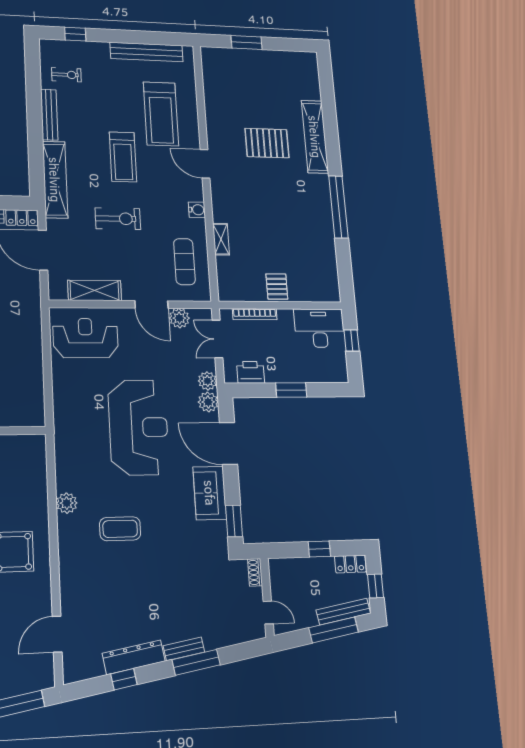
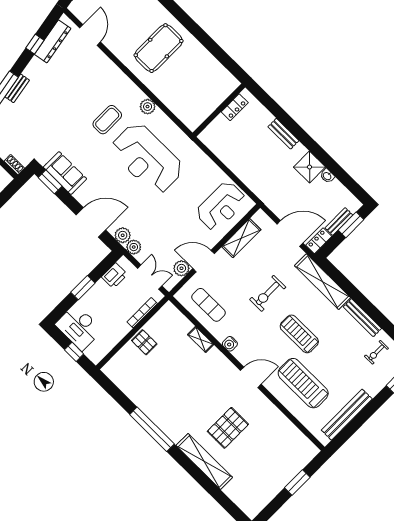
desk: (319, 328) -> (79, 327), moved, turned 90
reception desk: (138, 427) -> (147, 158), moved
sofa: (210, 493) -> (65, 173), moved
dresser: (134, 657) -> (53, 41), moved

